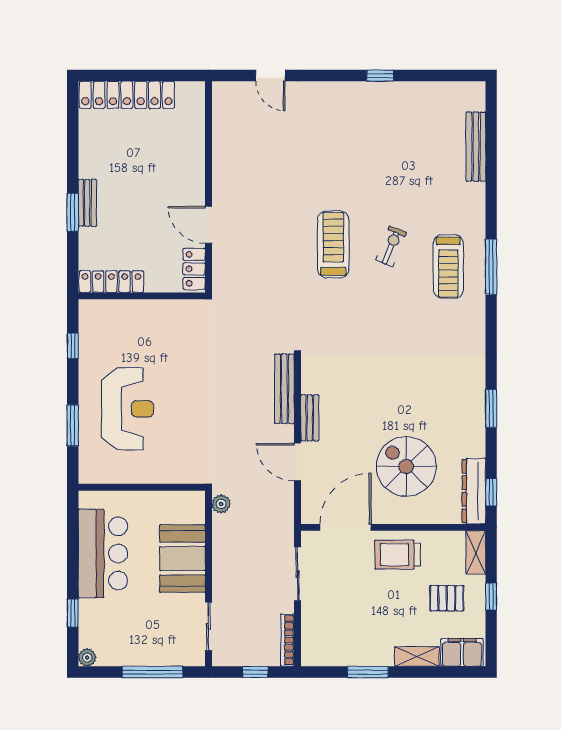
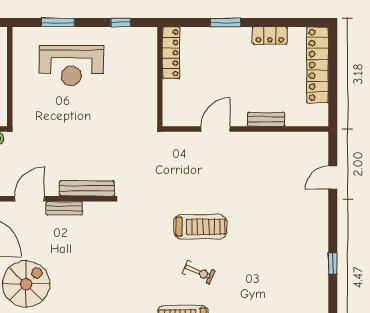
bench: (87, 203) -> (266, 119), moved
locker: (194, 269) -> (270, 36), moved, turned 180

